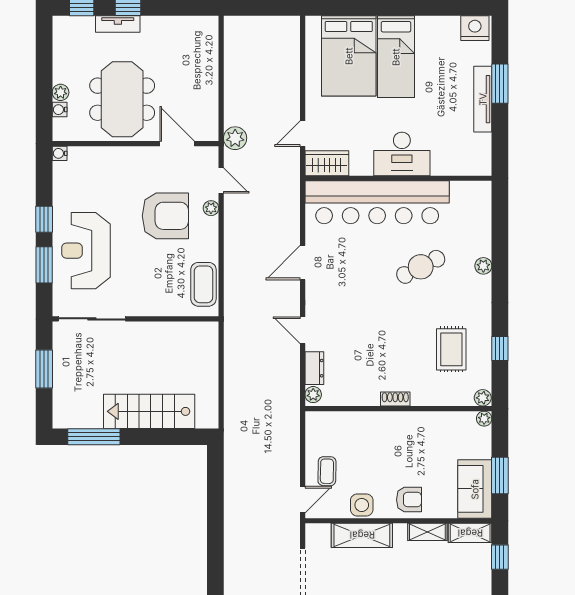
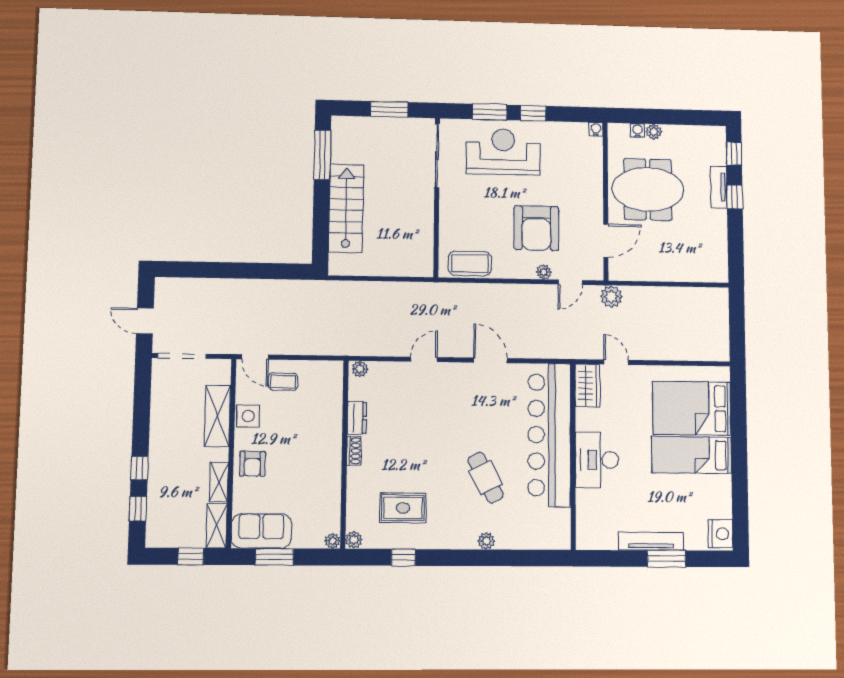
dresser: (314, 368) -> (357, 418), moved, turned -90

